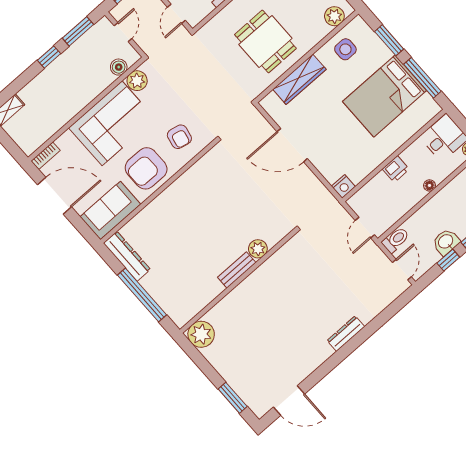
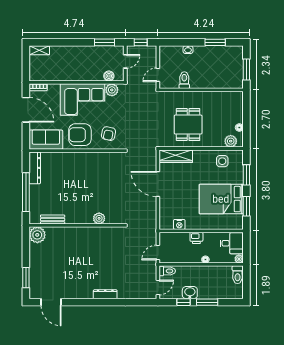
window: (49, 57) -> (80, 42), removed
window: (422, 78) -> (246, 206), width x0.69
wardrobe: (299, 79) -> (176, 156), moved
nightstand: (343, 186) -> (179, 224), moved
bench: (237, 270) -> (53, 220), moved

